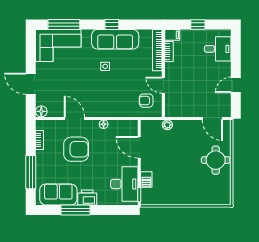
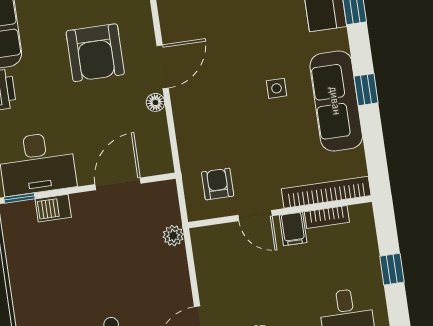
filing cabinet: (172, 35) -> (293, 229), moved
door: (163, 85) -> (255, 216), swing flipped
door: (74, 118) -> (163, 67), moved

